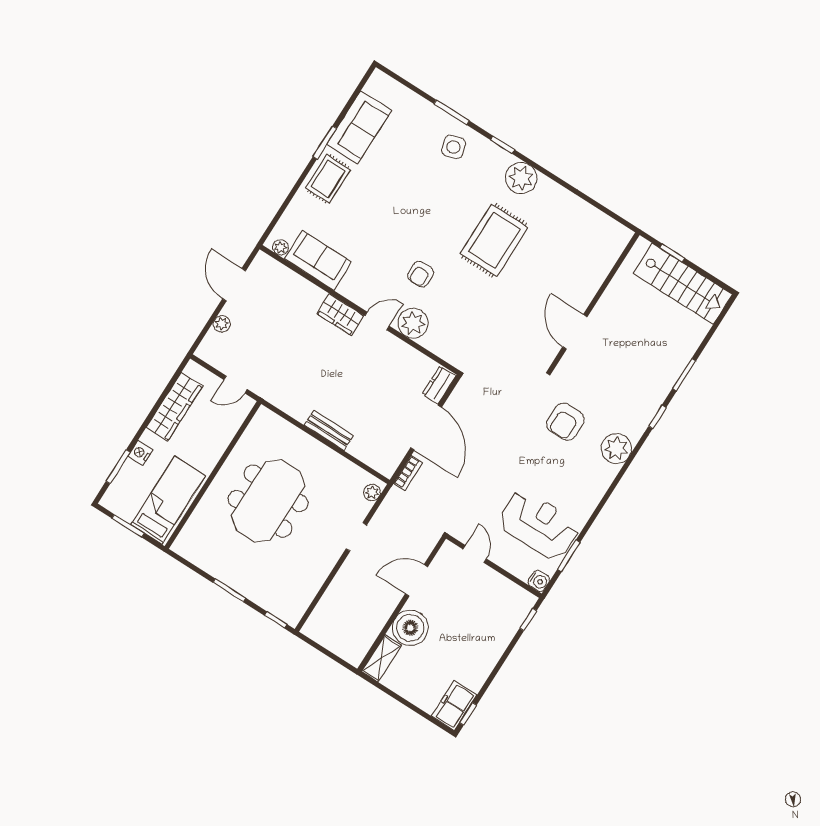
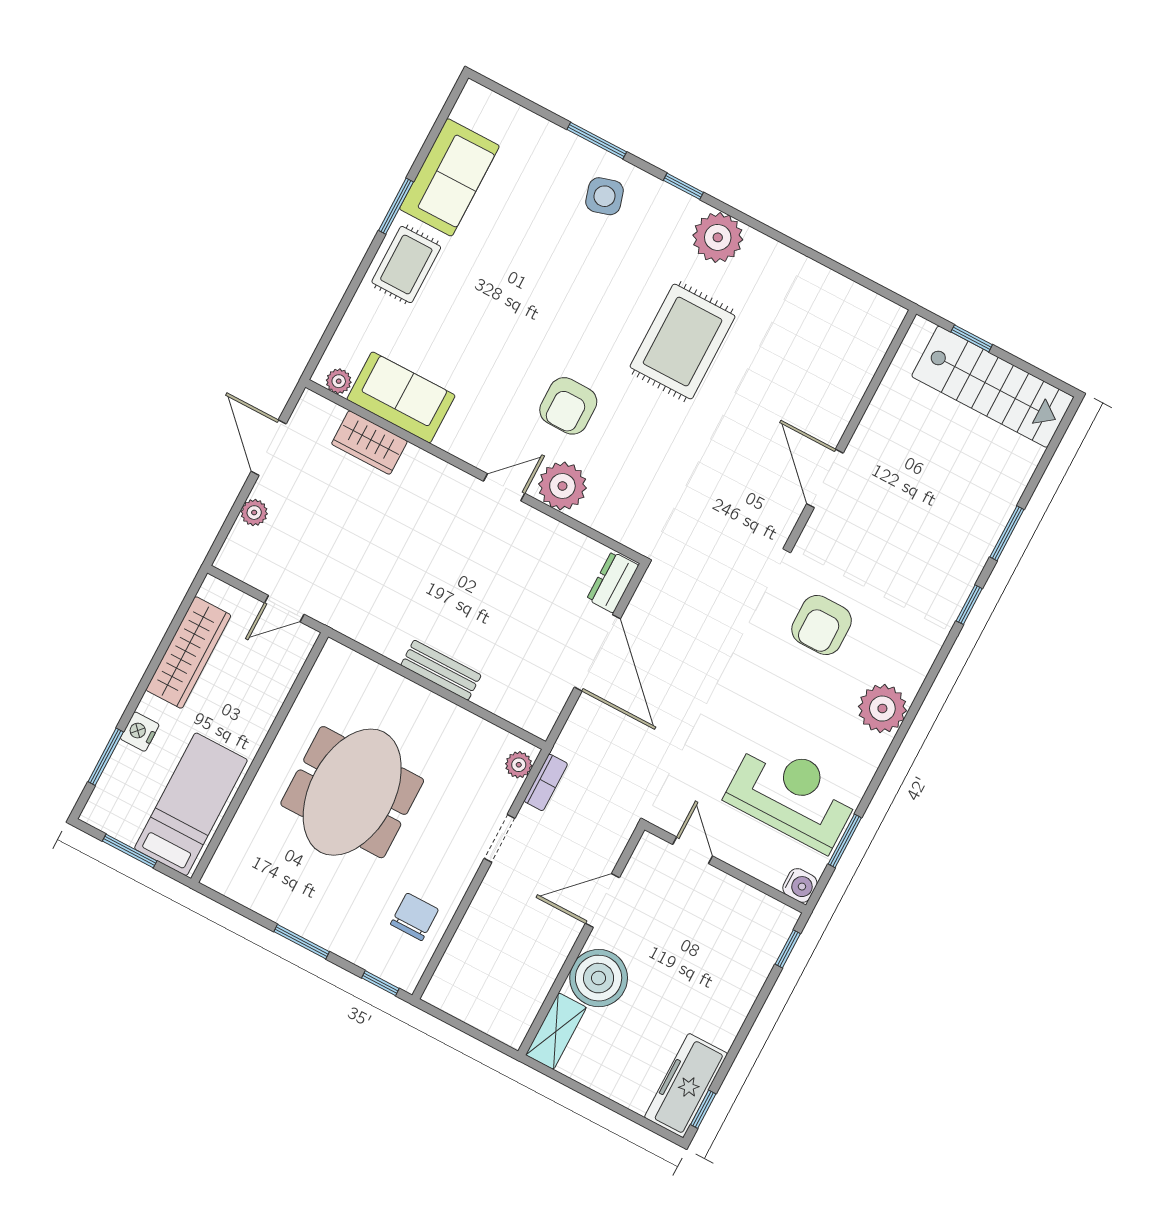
armchair: (421, 274) -> (568, 406), width x1.38, depth x1.38
wardrobe: (340, 315) -> (369, 443), moved
plant: (616, 448) -> (882, 709), moved
bookcase: (408, 473) -> (546, 782), moved
chair: (300, 581) -> (414, 917), added
freezer: (454, 706) -> (686, 1086), width x1.40

